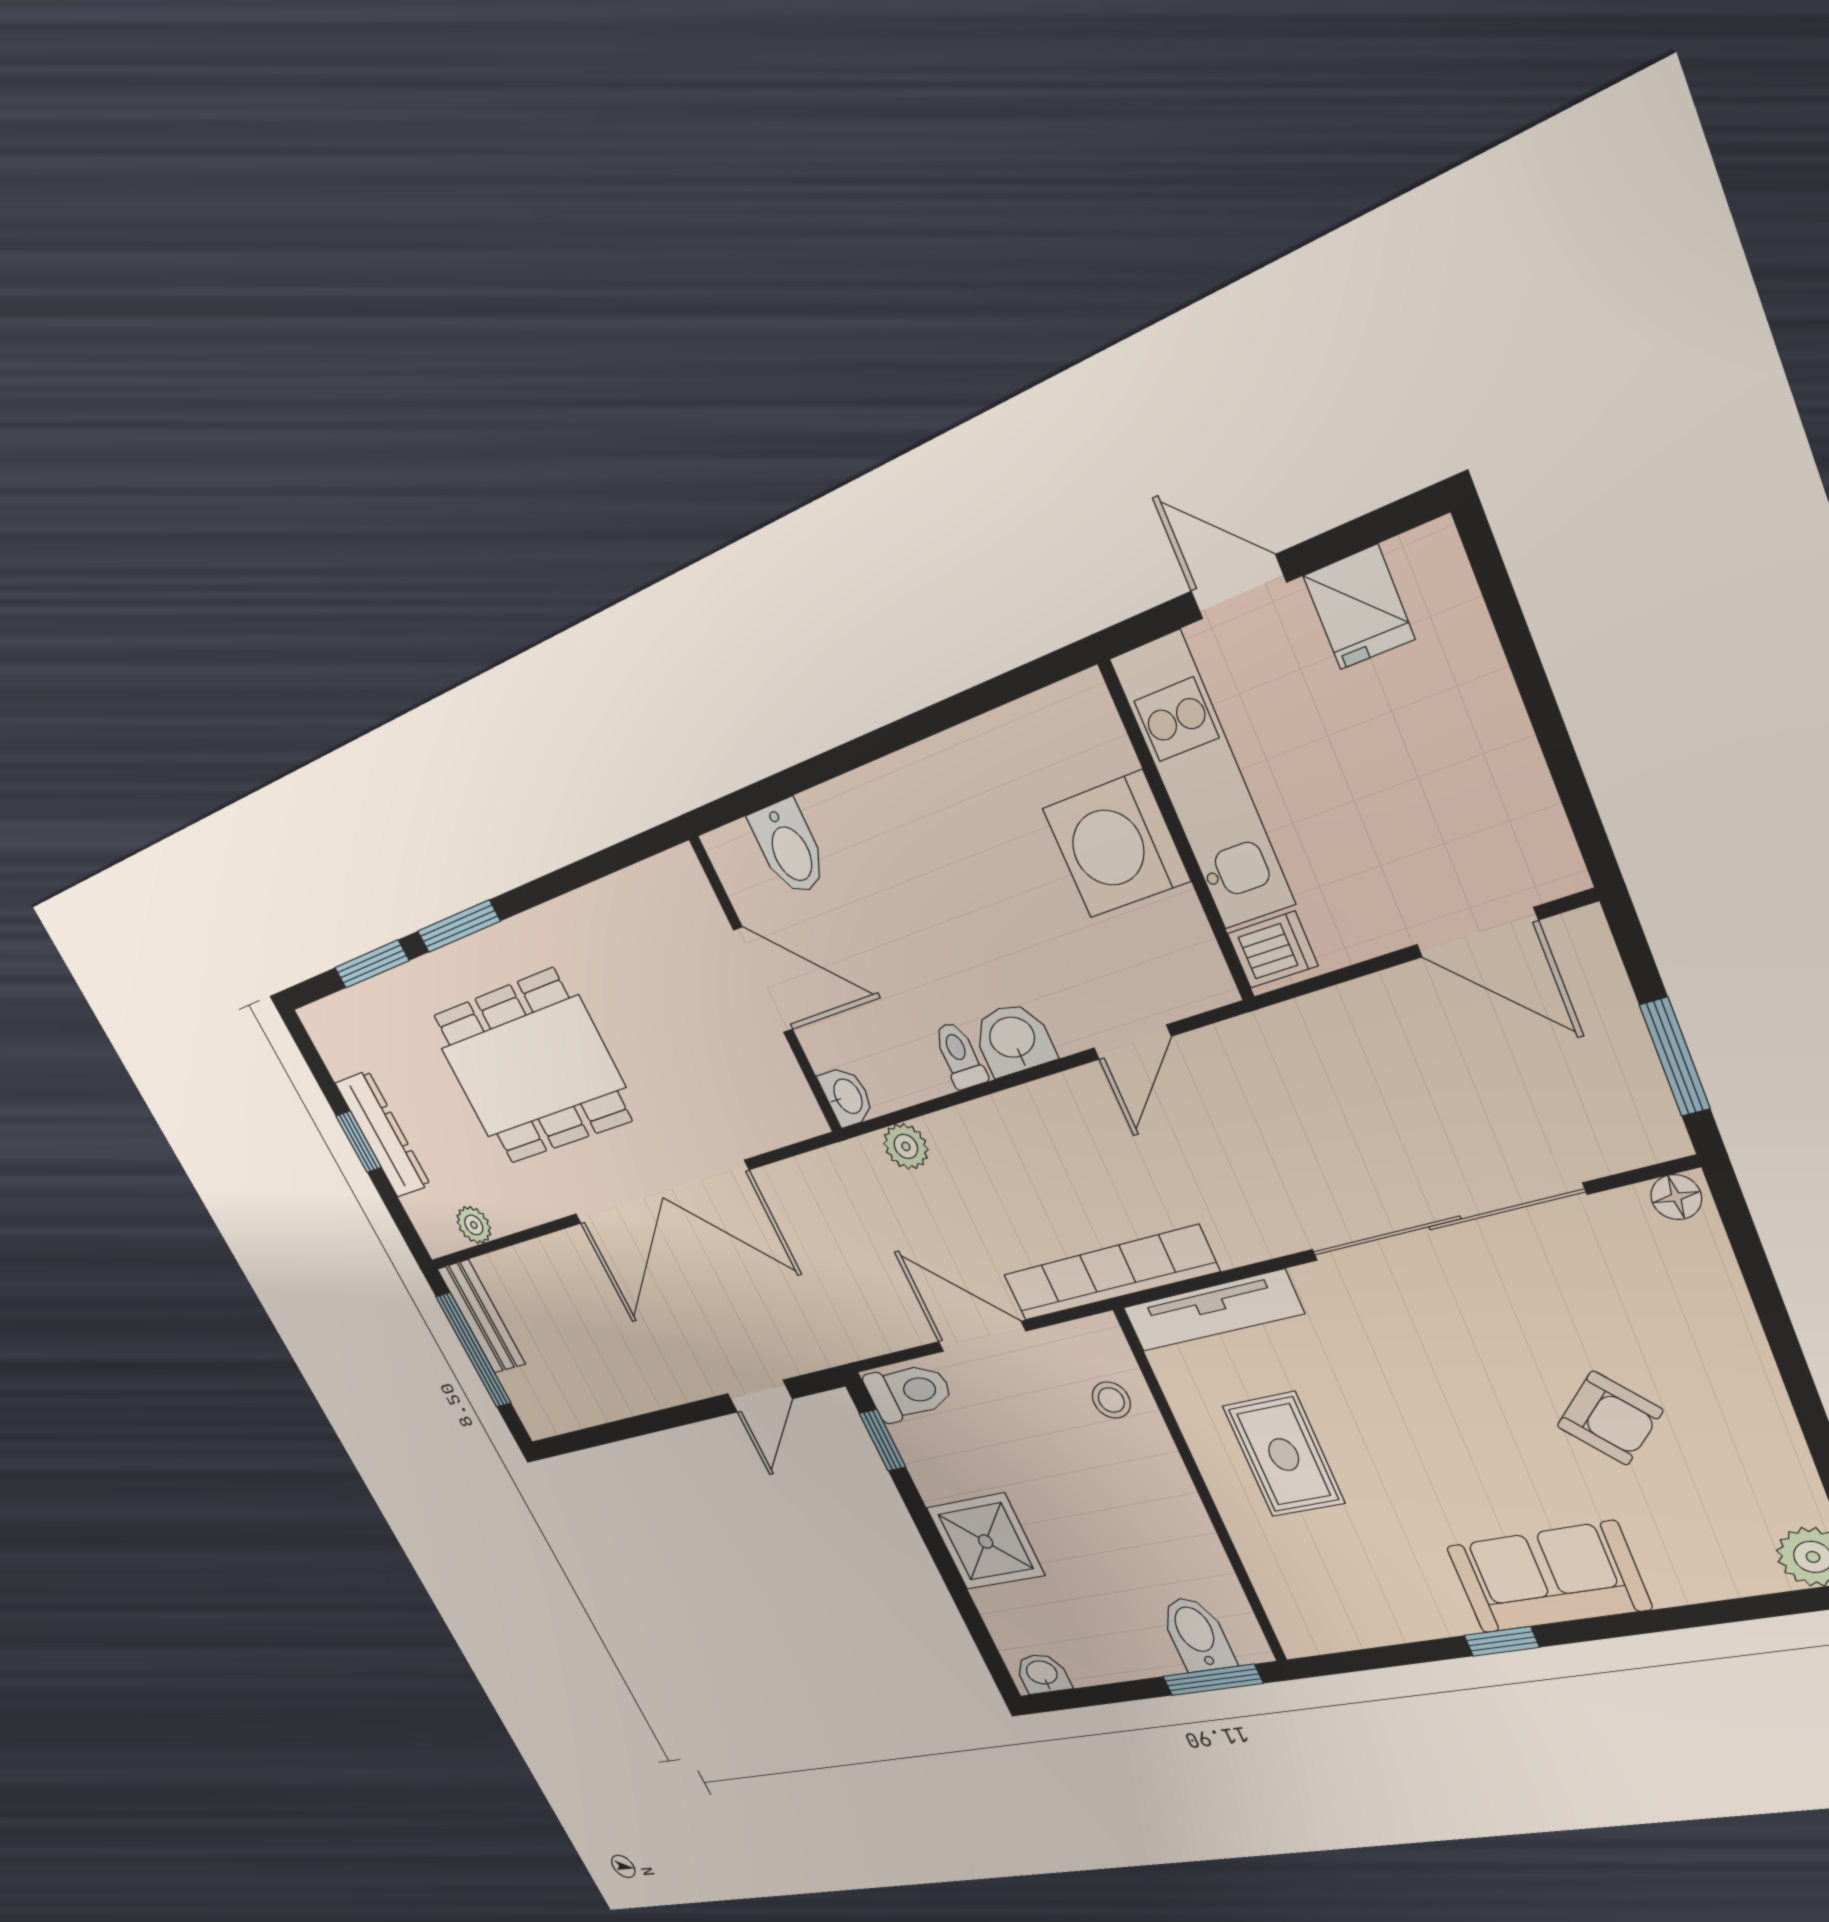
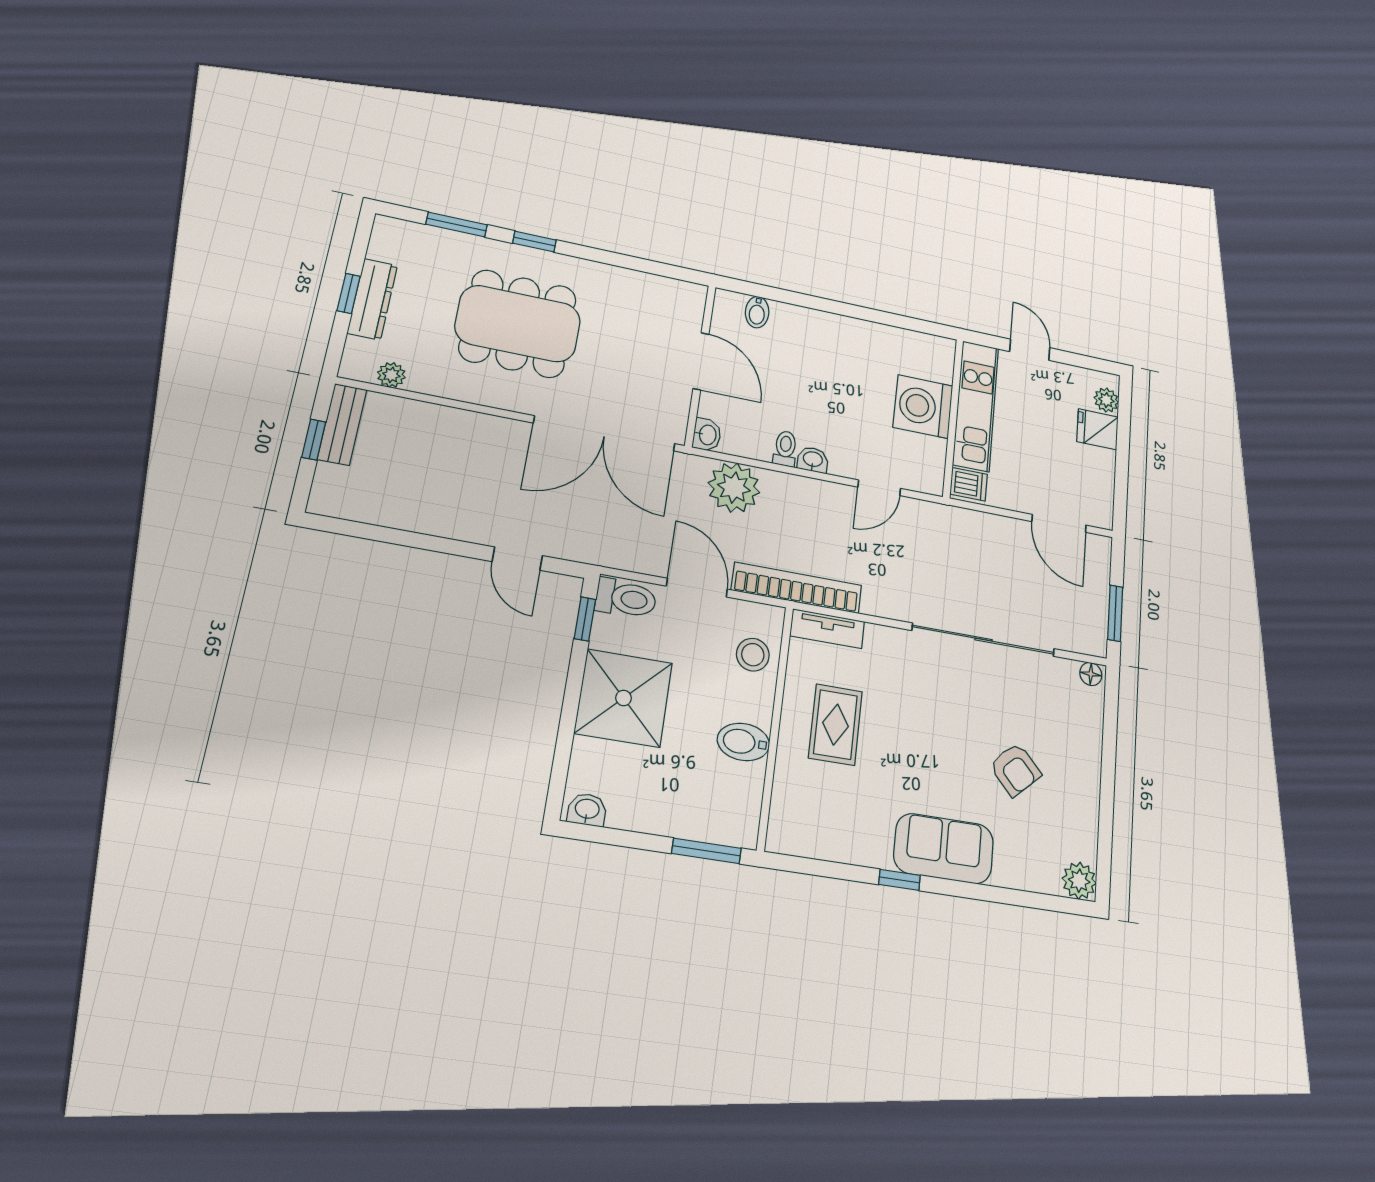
plant: (1448, 595) -> (1106, 400), added
fridge: (1359, 607) -> (1097, 429), moved, turned 90
bidet: (789, 848) -> (757, 312), width x0.72, depth x0.74
window: (459, 926) -> (534, 242), width x0.67
washbasin: (1013, 1039) -> (813, 460), width x0.72, depth x0.69
plant: (906, 1146) -> (734, 488), width x1.88, depth x1.88
double door: (660, 1193) -> (605, 433), moved
tv unit: (1213, 1311) -> (827, 629), width x0.71
window: (474, 1350) -> (314, 440), width x0.46
door: (760, 1396) -> (517, 559), hinge flipped
stool: (1111, 1400) -> (753, 655), width x1.37, depth x1.37
shower: (986, 1541) -> (624, 698), width x1.37, depth x1.37
bidet: (1197, 1634) -> (743, 742), moved, turned -90

